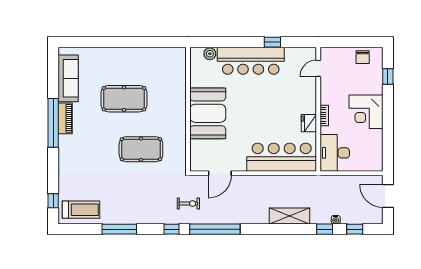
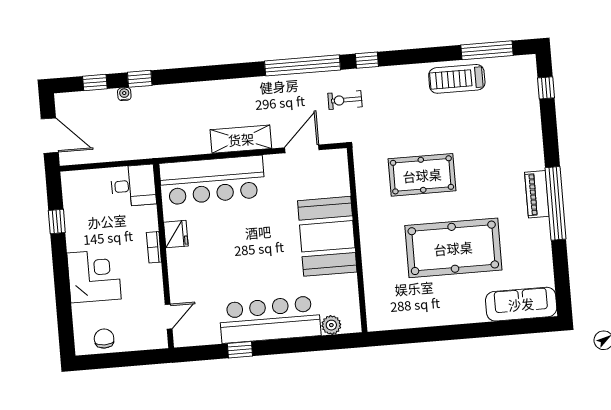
window: (388, 76) -> (57, 221), moved
sofa: (68, 78) -> (521, 304), moved, turned 90
pool table: (124, 99) -> (453, 248), width x1.36, depth x1.32
corner desk: (366, 112) -> (94, 276), moved
piano: (65, 118) -> (537, 194), moved
desk: (335, 153) -> (133, 186), width x0.73
treadmill: (81, 210) -> (457, 79), moved
shelving: (290, 216) -> (241, 139), moved
window: (119, 229) -> (487, 50), moved

